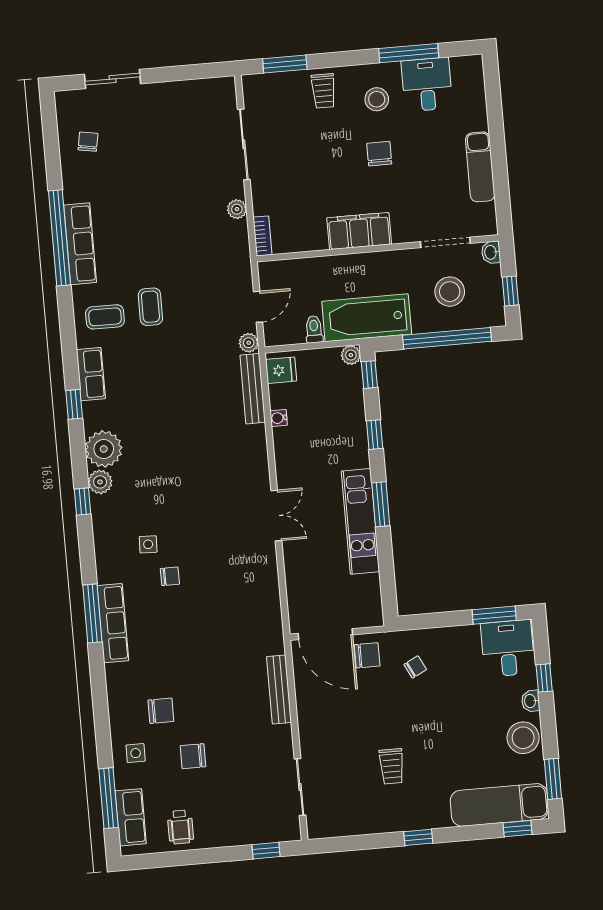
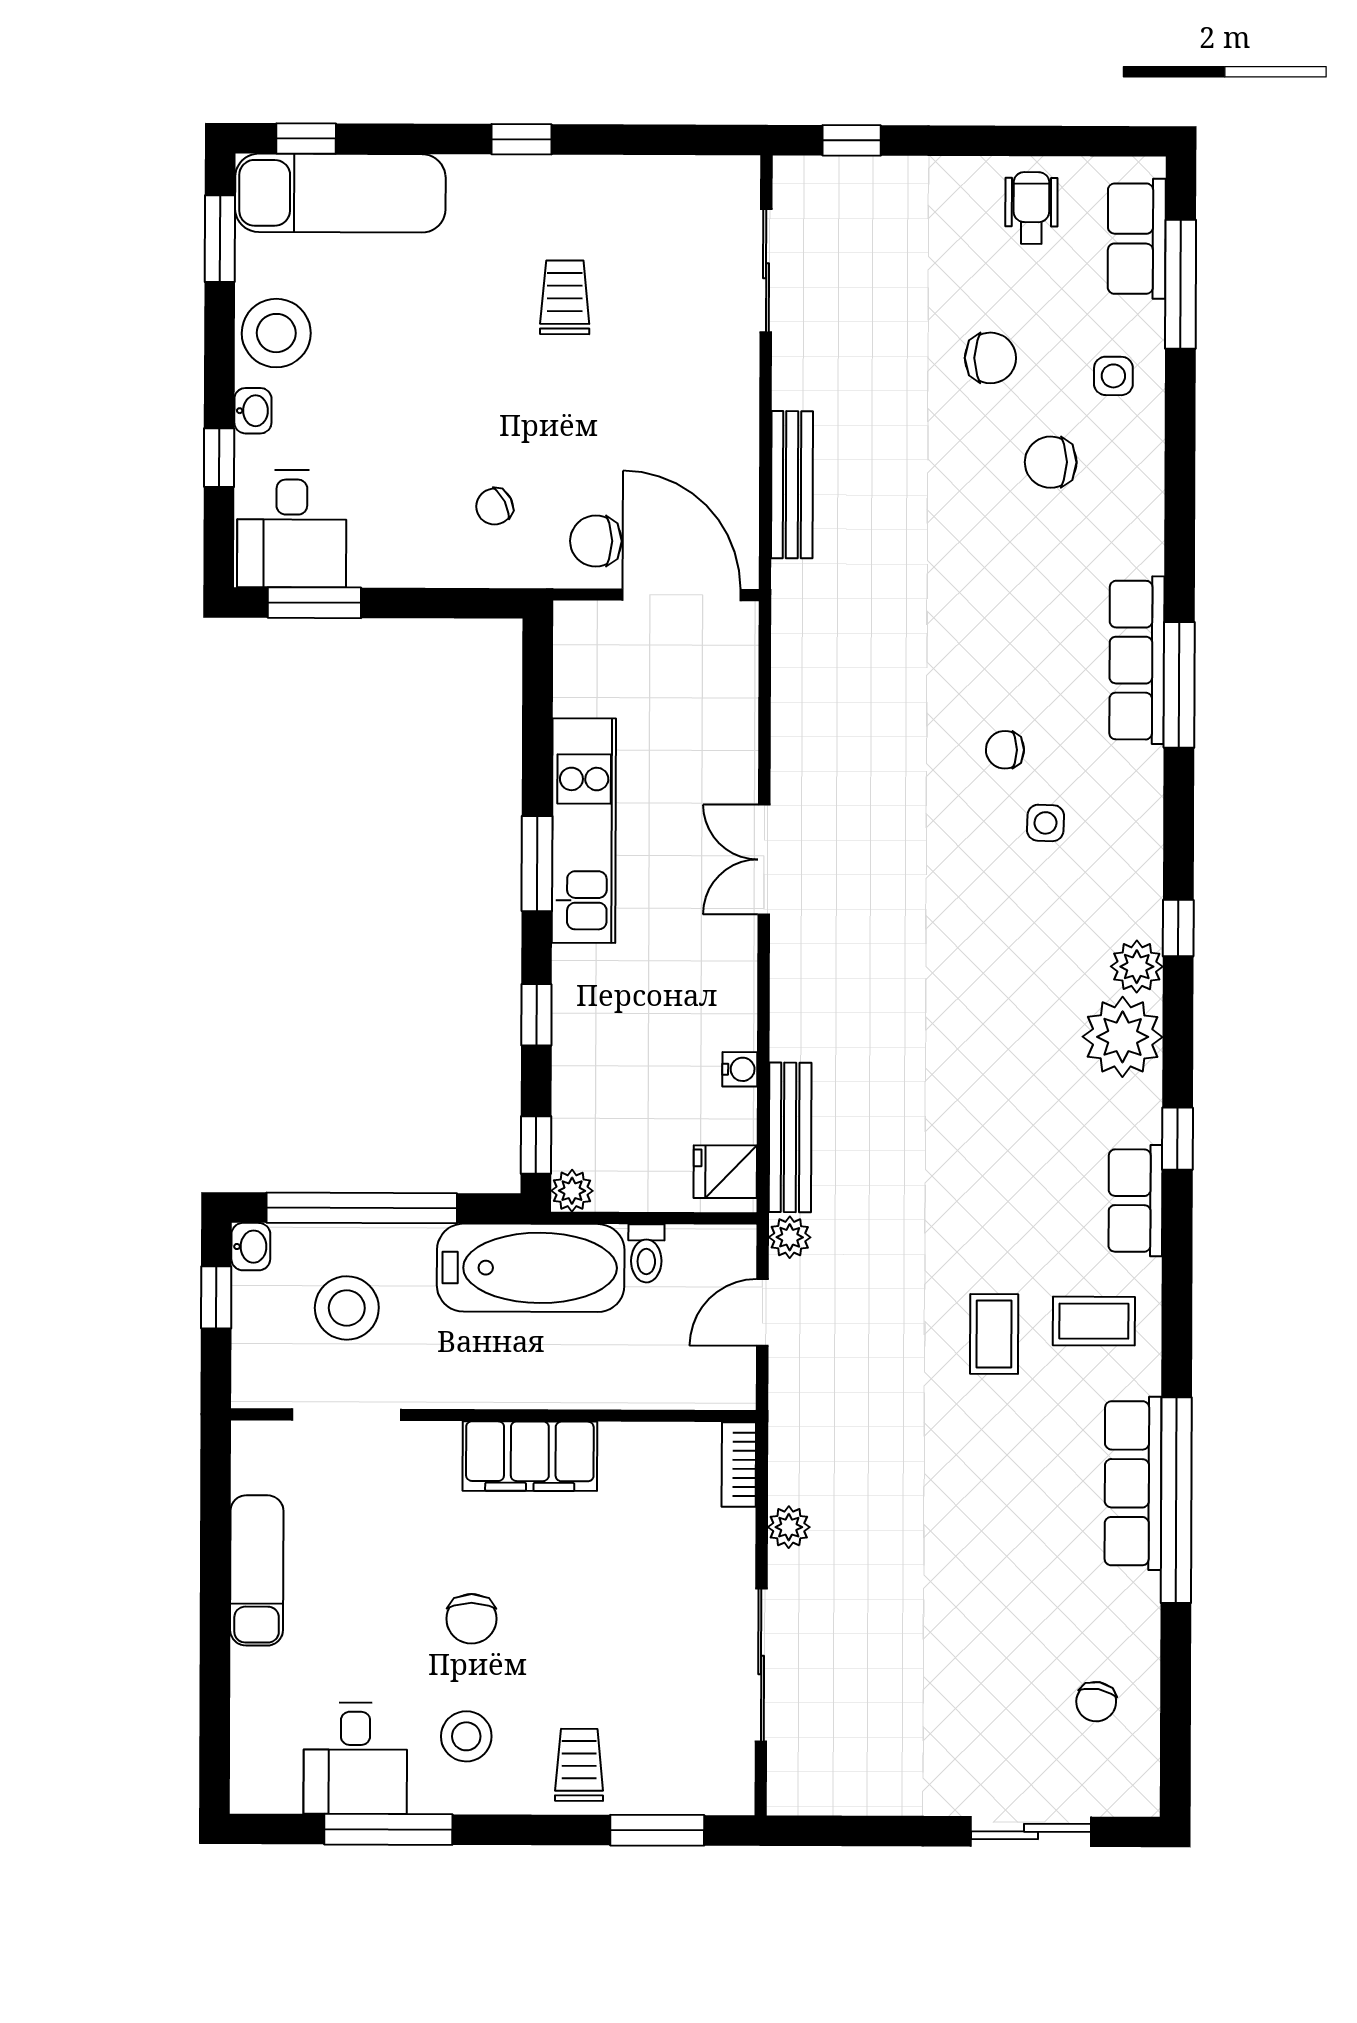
washbasin: (491, 252) -> (251, 1247), moved

